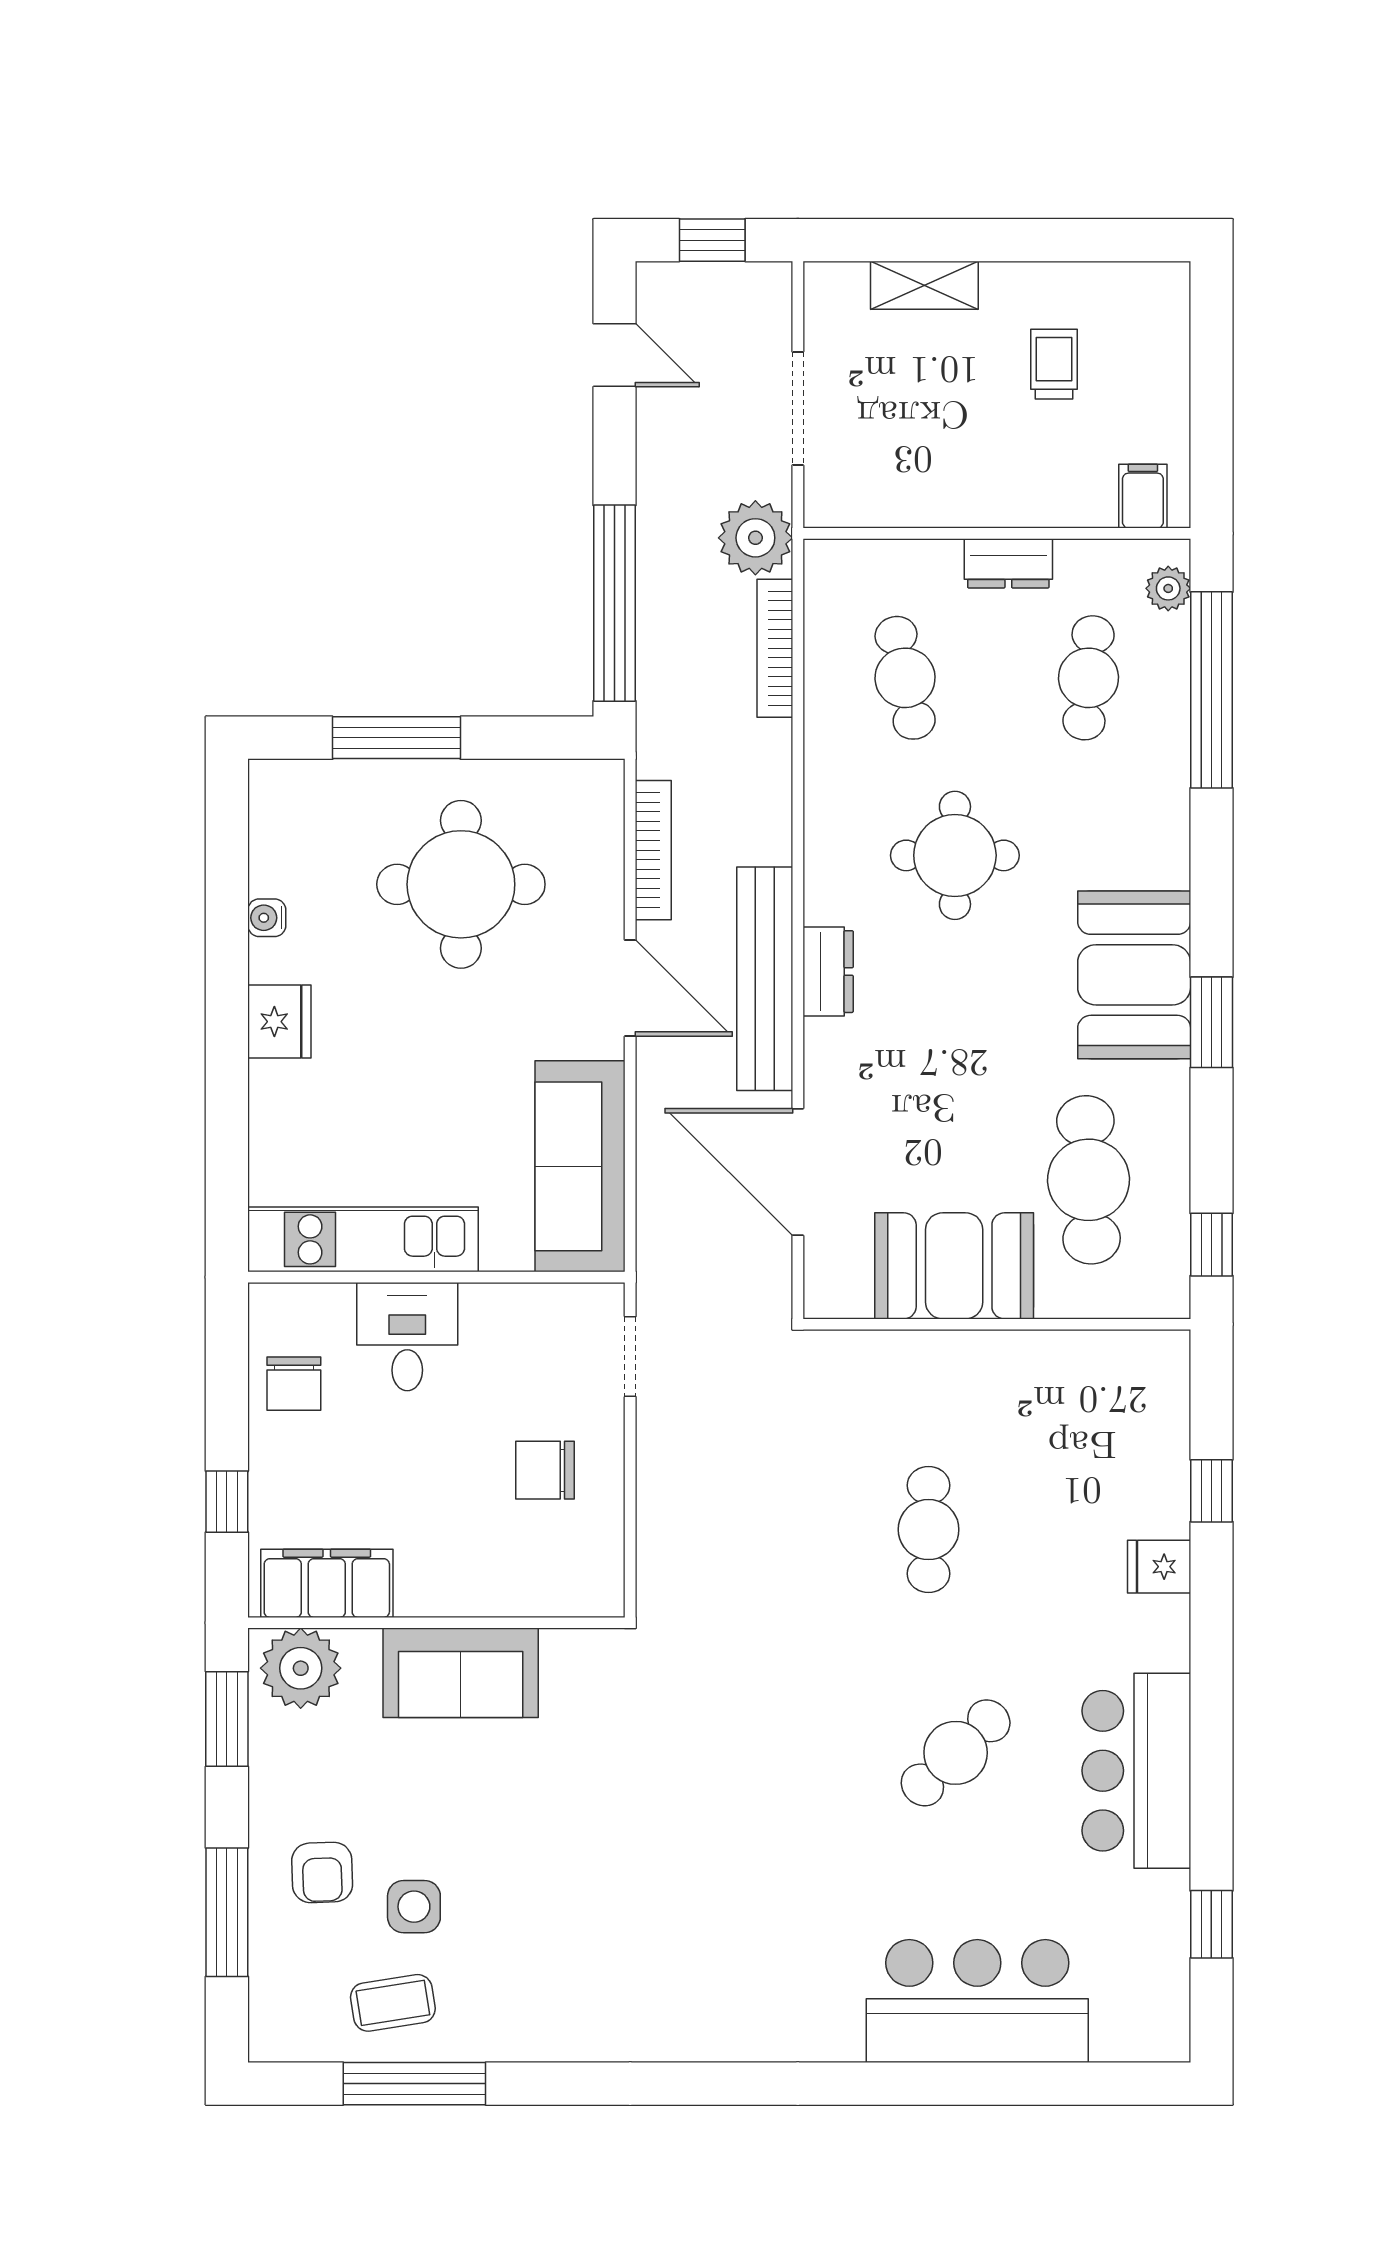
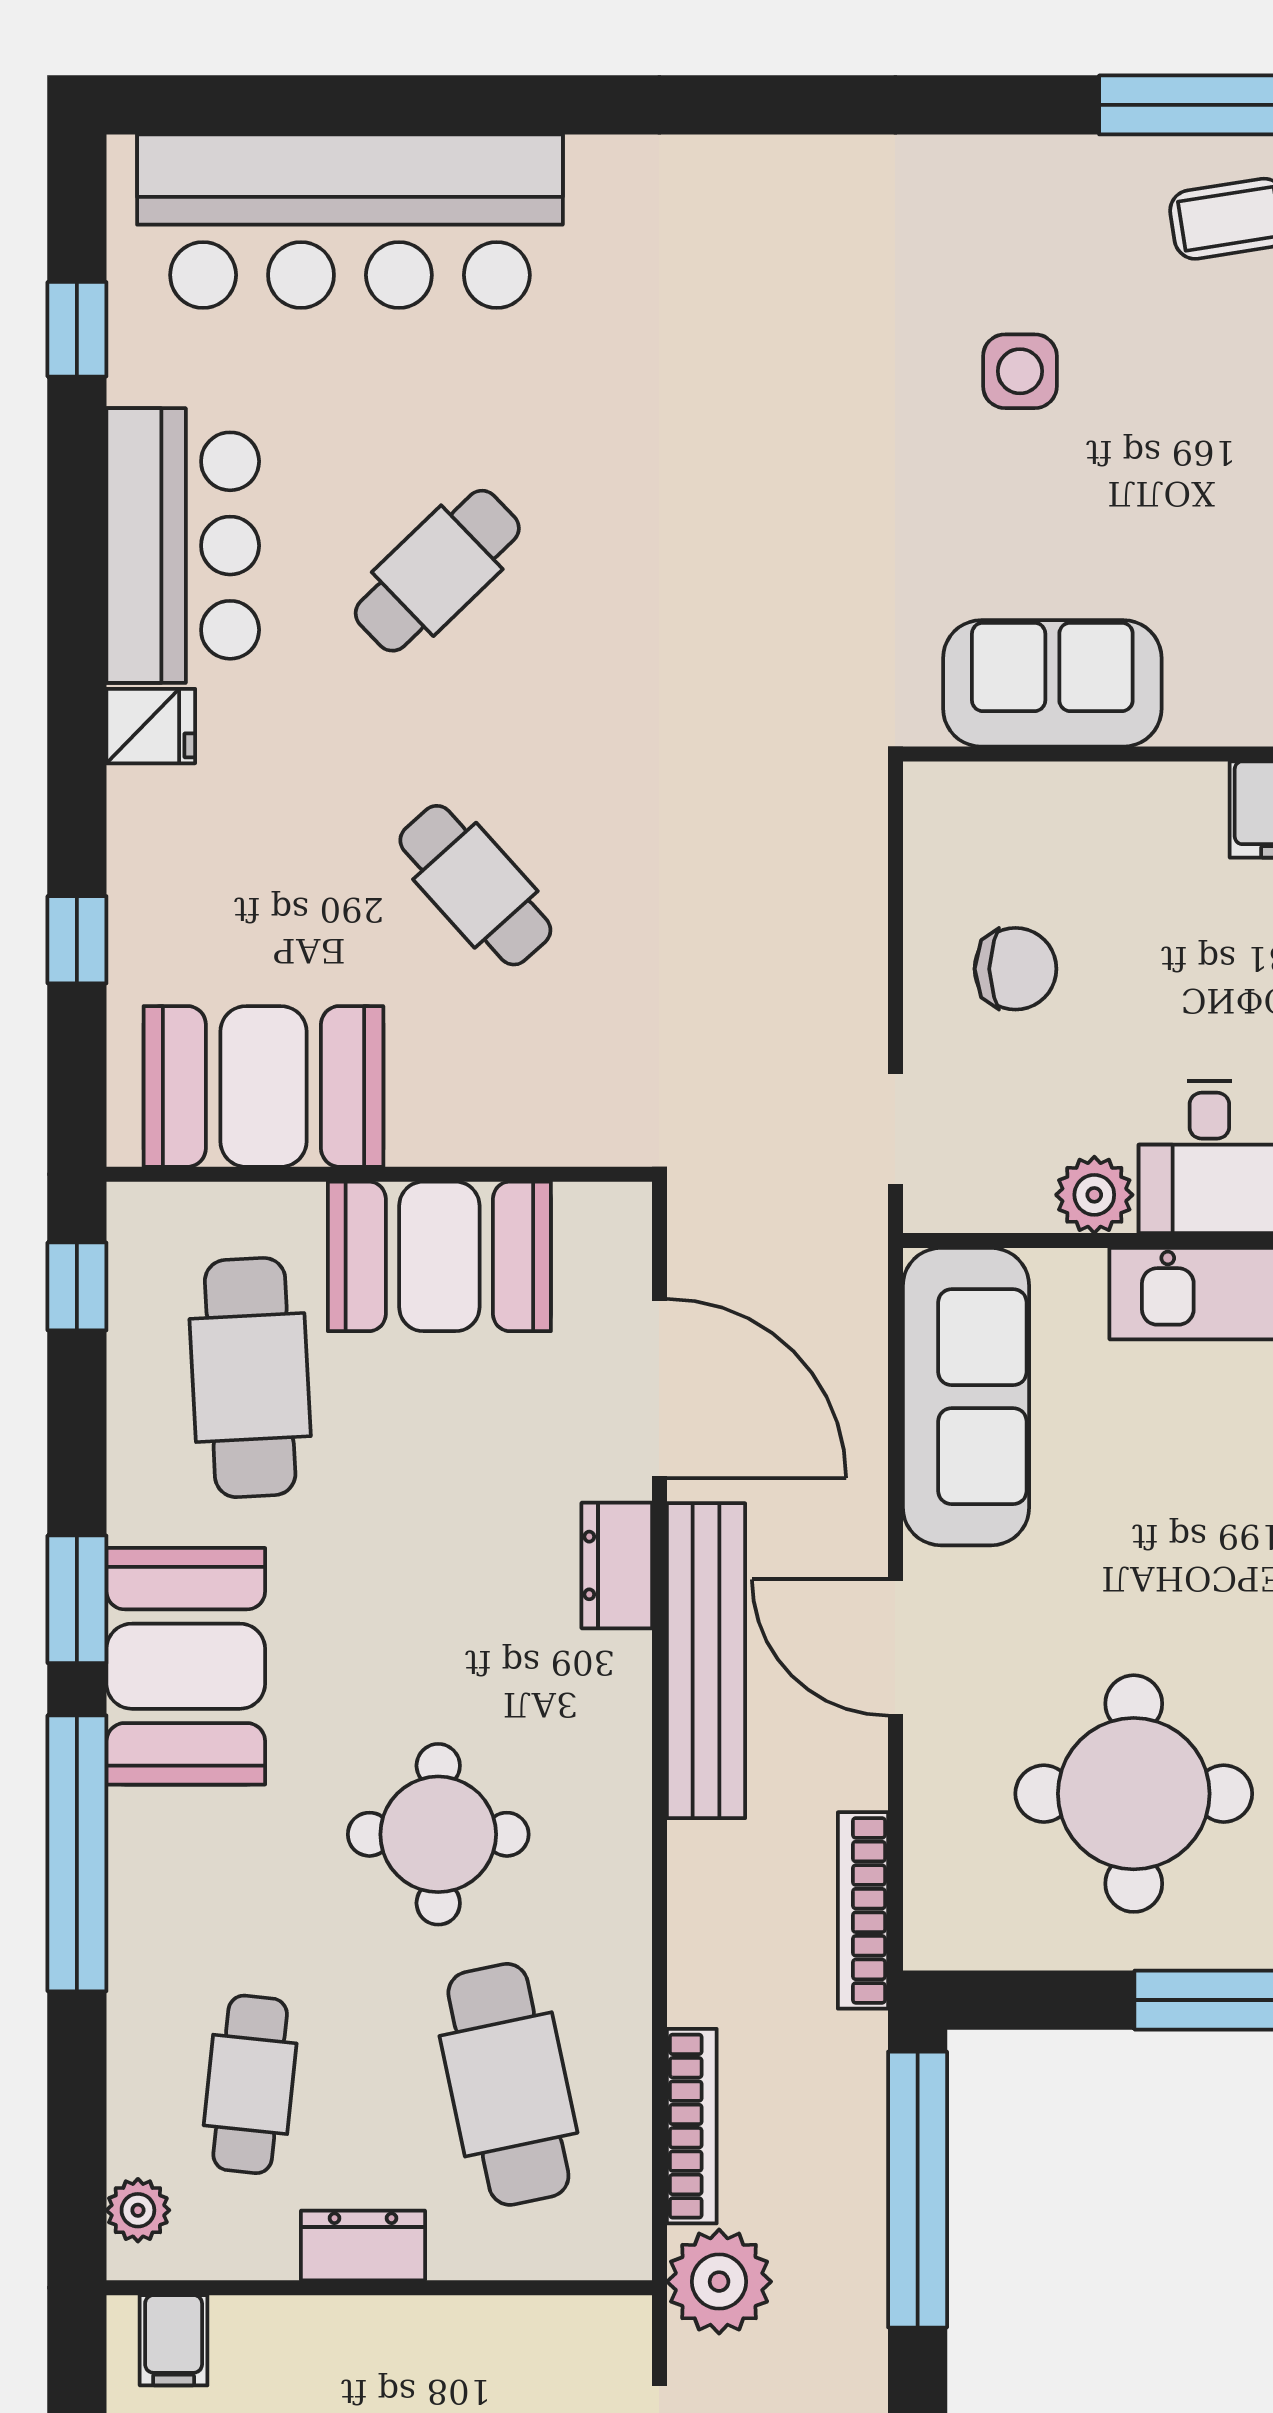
cafe table: (905, 678) -> (508, 2084), width x1.37, depth x1.35
window: (1211, 690) -> (77, 1853), moved
bookcase: (653, 850) -> (863, 1910), moved
dresser: (828, 972) -> (617, 1565), moved
plant: (489, 1310) -> (1094, 1195), added
booth: (1079, 1387) -> (263, 1086), added
cafe table: (929, 1530) -> (475, 885), turned -42
fridge: (1159, 1567) -> (151, 726), moved
sofa: (461, 1673) -> (1052, 683), moved
side table: (414, 1907) -> (1020, 371), moved
bar counter: (977, 2001) -> (350, 221), width x1.36

